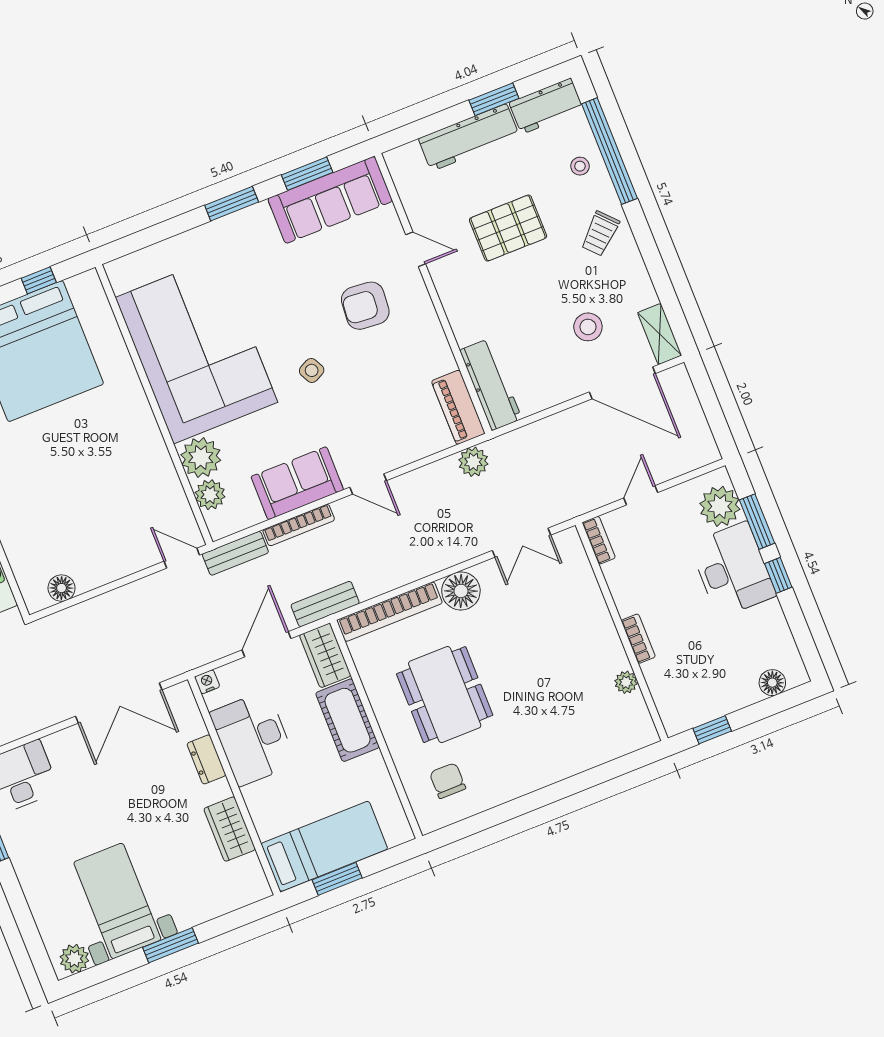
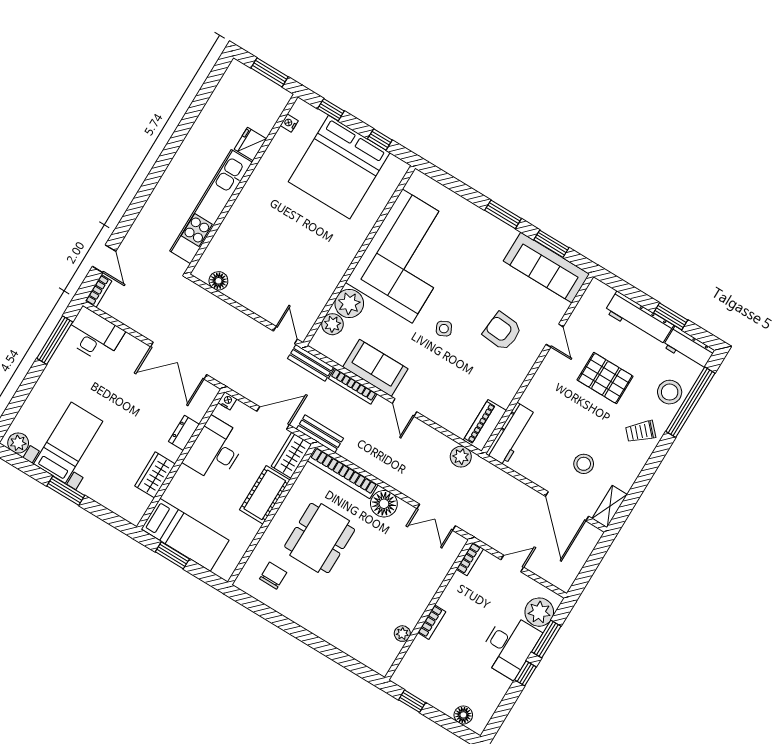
stool: (580, 166) -> (670, 392), width x1.89, depth x1.89

